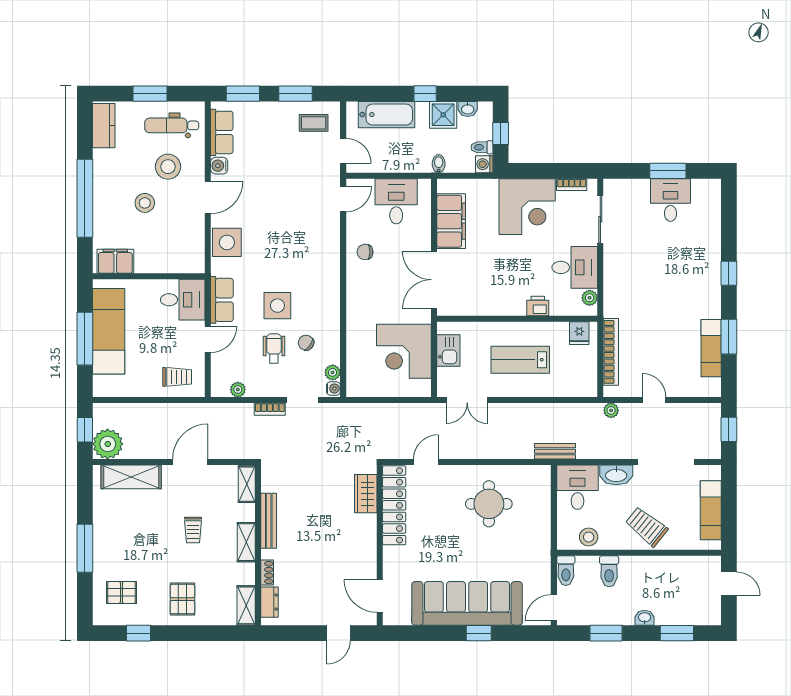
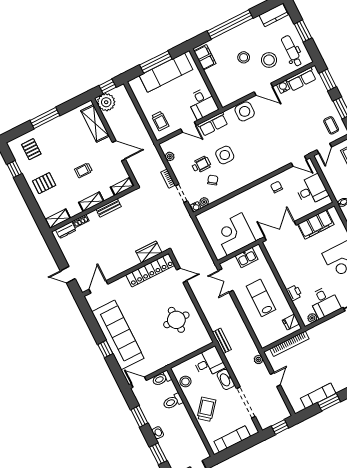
bench: (269, 521) -> (109, 208), width x0.73

